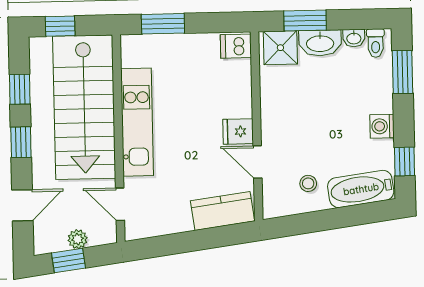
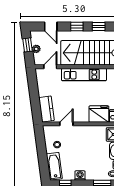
fridge: (238, 131) -> (99, 114), moved, width x1.88, depth x1.34

